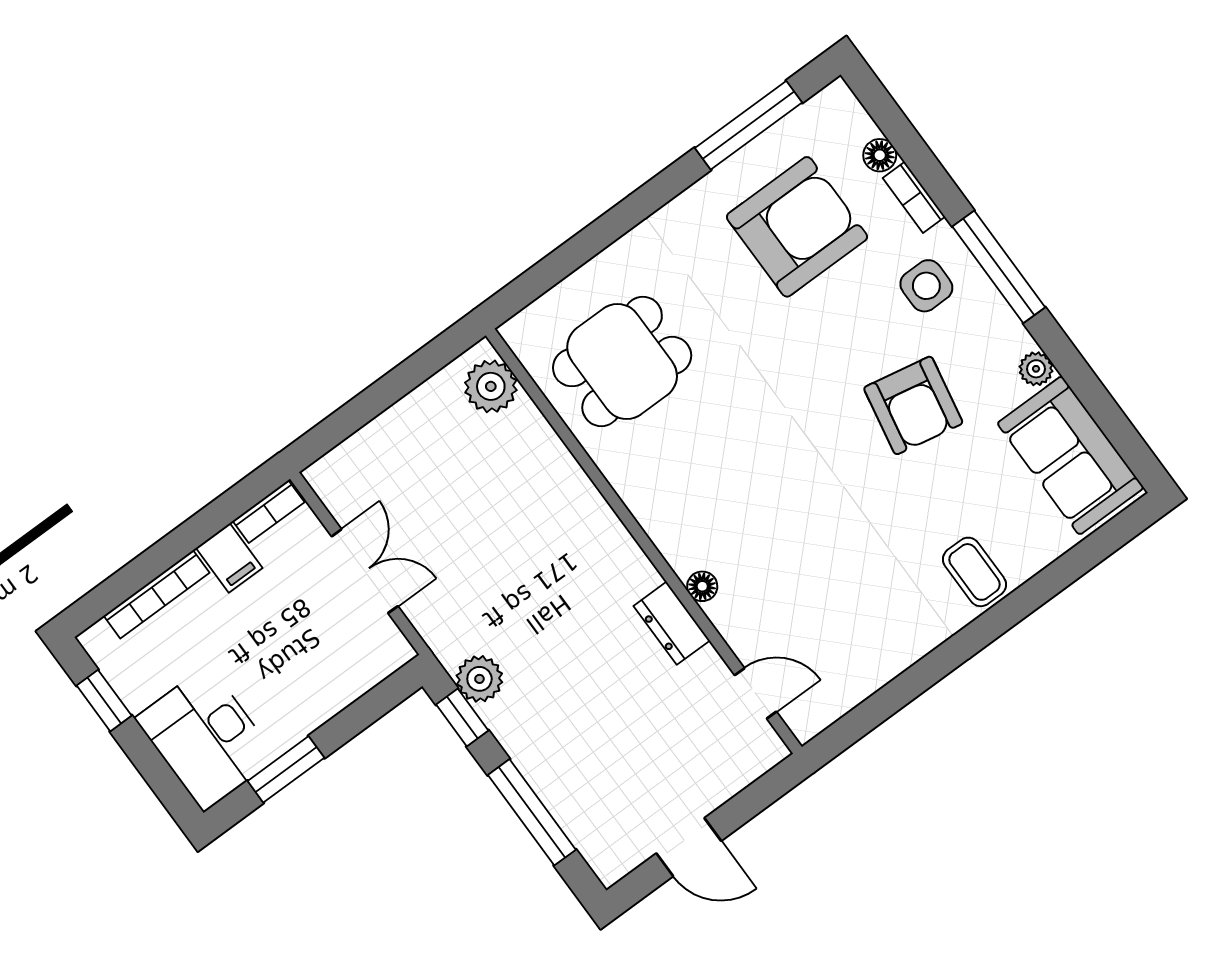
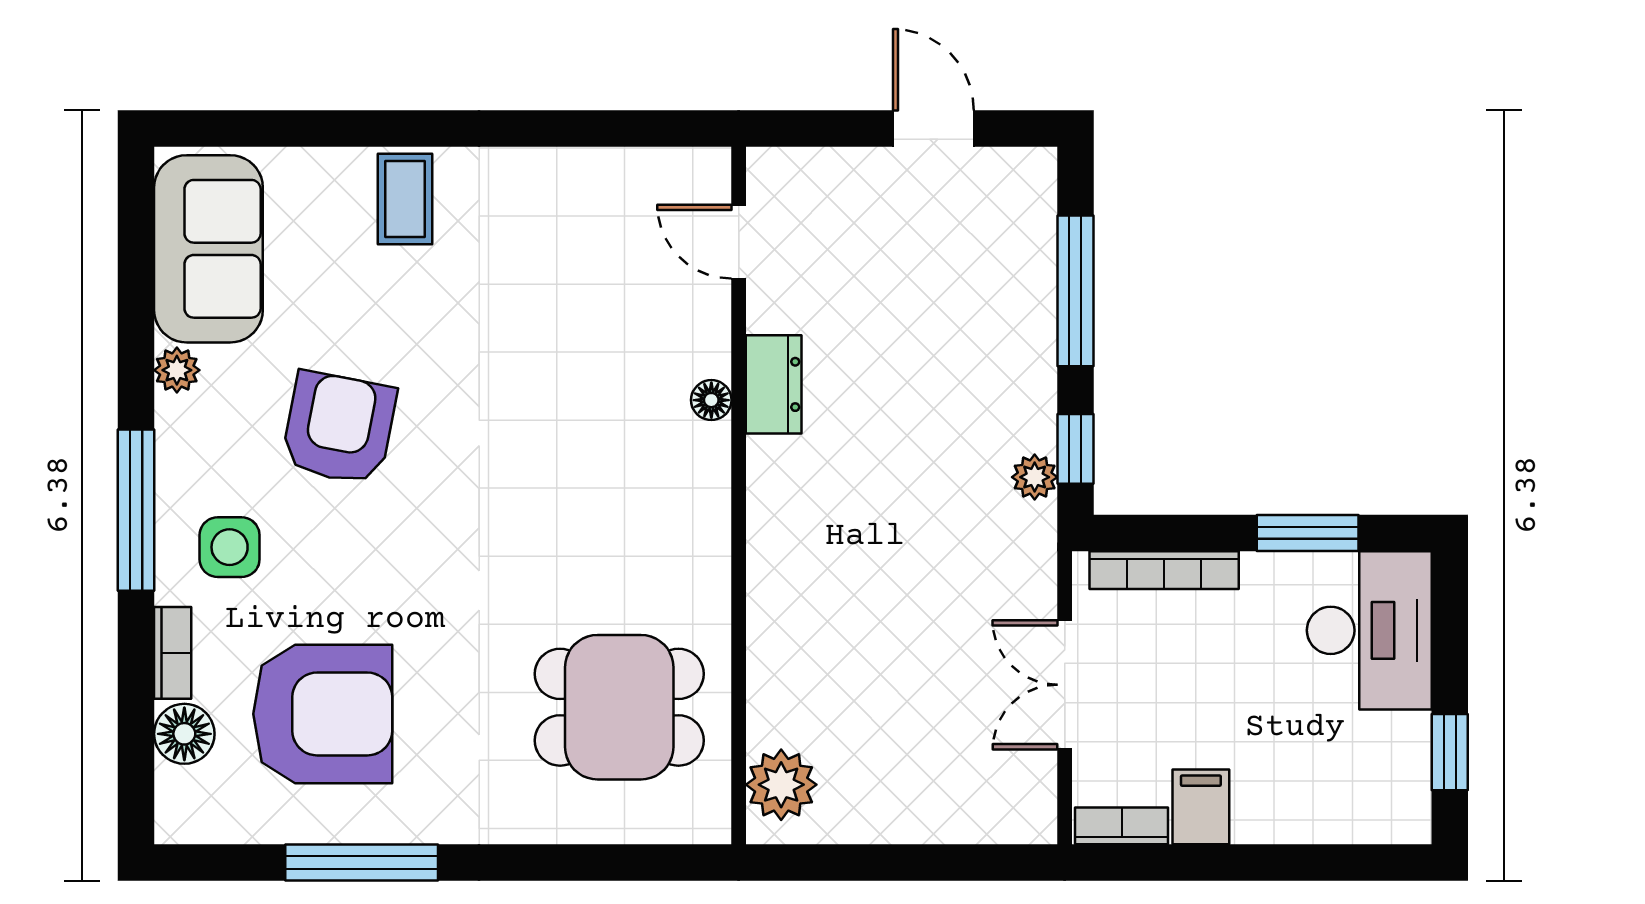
window: (748, 125) -> (362, 863), moved
floor lamp: (880, 155) -> (184, 734), width x1.37, depth x1.37
armchair: (797, 227) -> (323, 714), turned 180
bookcase: (157, 594) -> (1164, 570), moved, turned 180
plant: (479, 679) -> (1035, 477), width x0.73, depth x0.73

